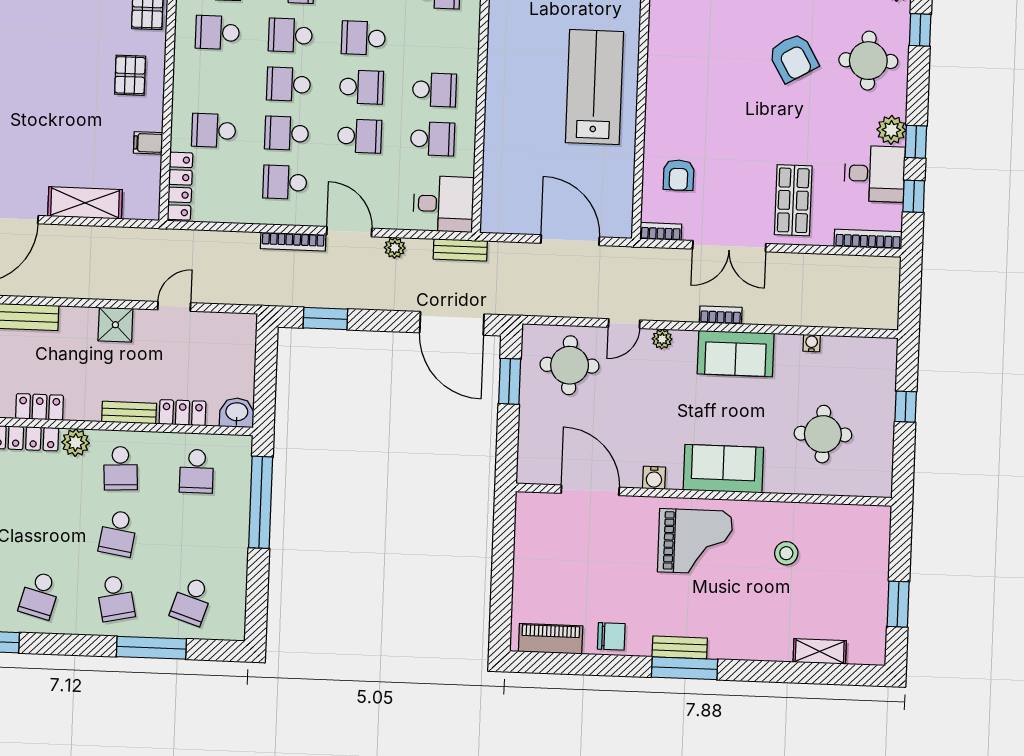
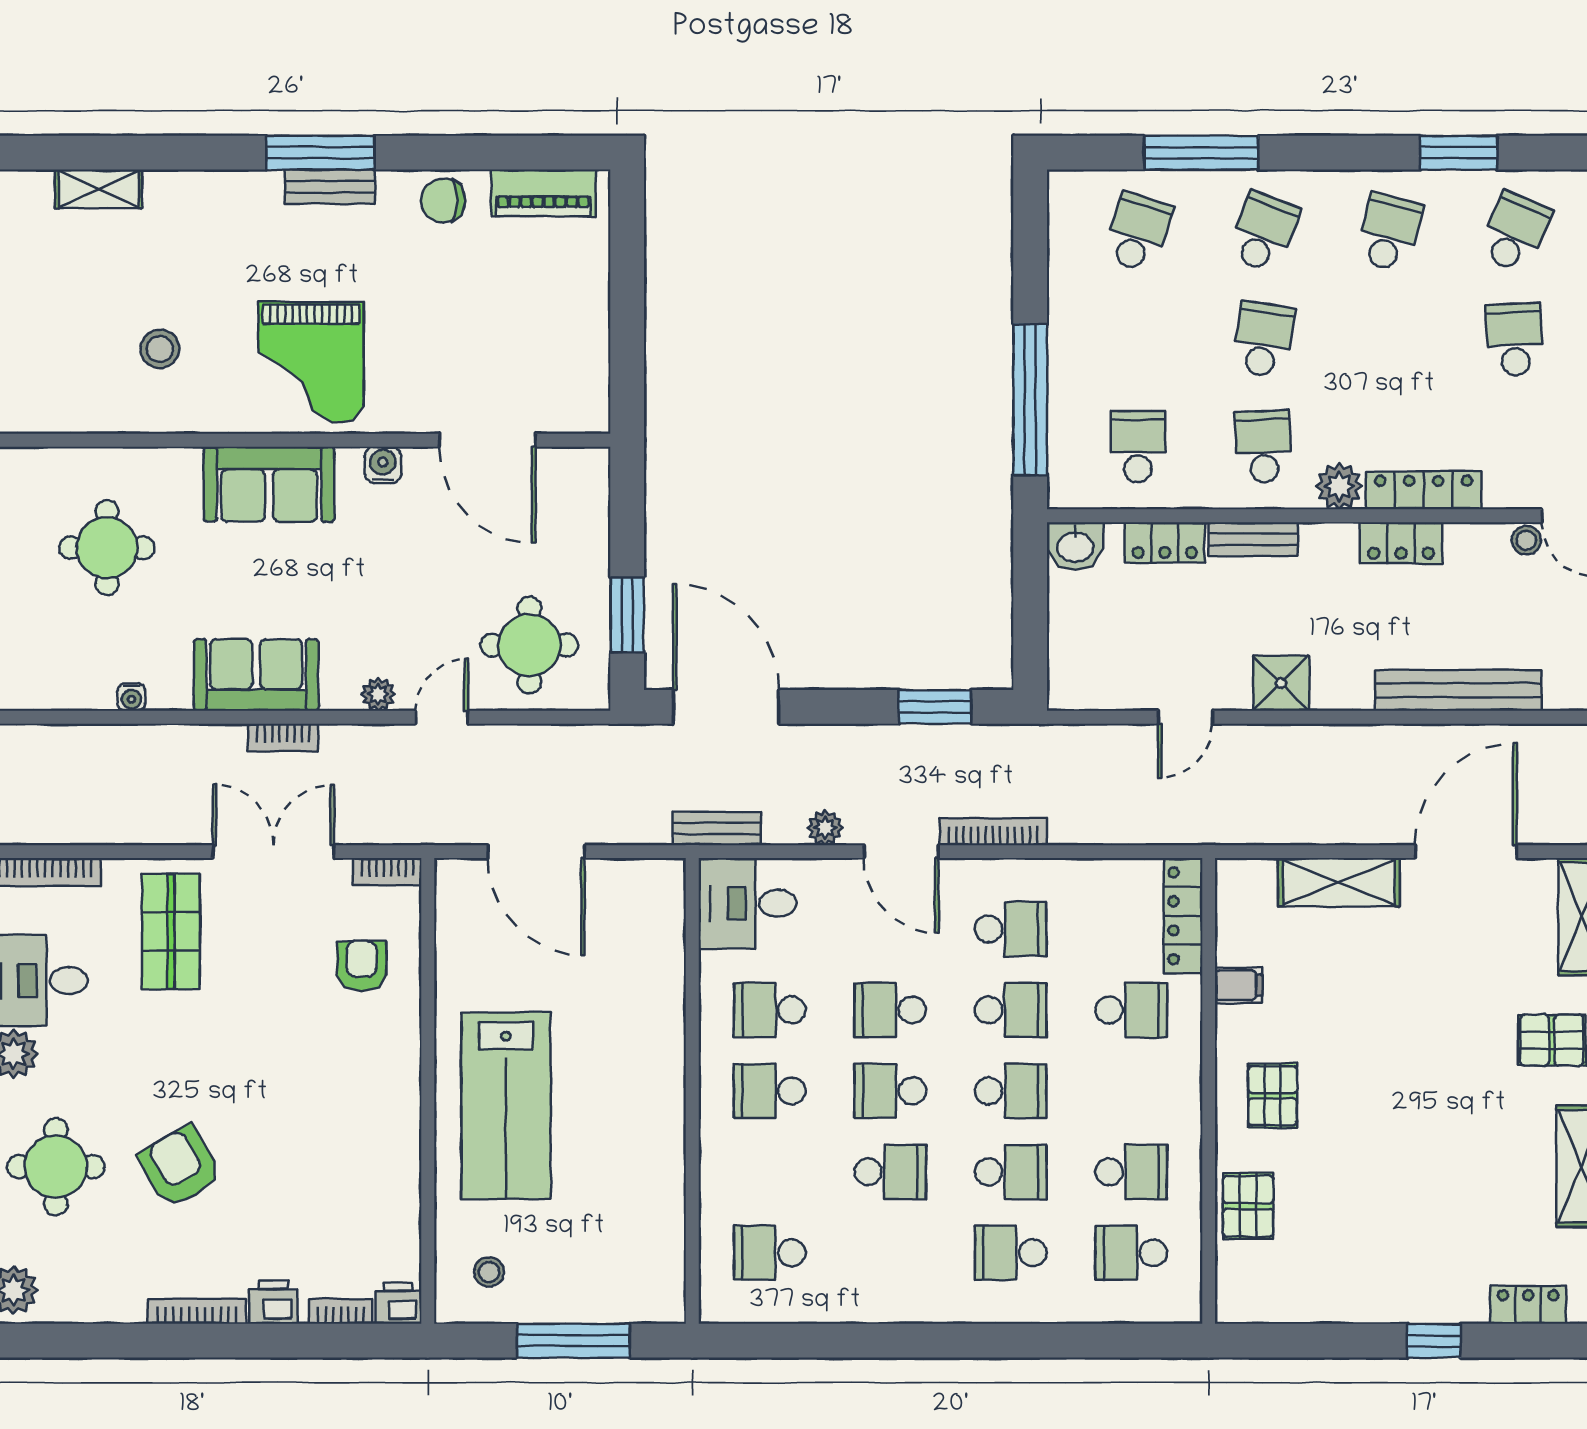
grand piano: (695, 541) -> (311, 362), turned -90
school desk: (116, 598) -> (1263, 232), turned 33

